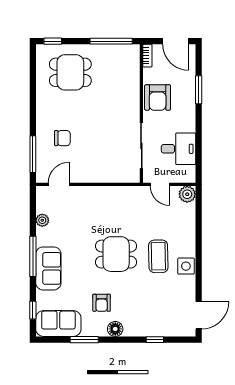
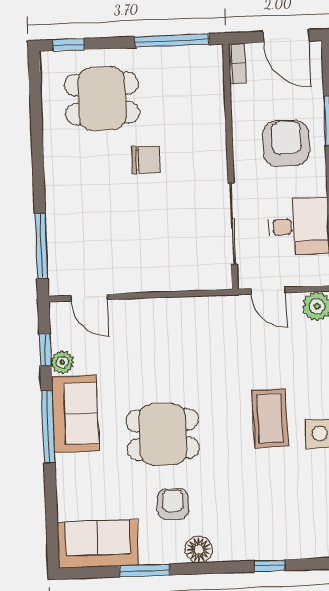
armchair: (158, 97) -> (286, 143), moved, turned 180
chair: (62, 138) -> (146, 160), moved
door: (59, 184) -> (89, 297), swing flipped
dining table: (116, 254) -> (163, 434), moved
sofa: (48, 268) -> (75, 414), moved
armchair: (102, 303) -> (173, 504), turned 180
window: (33, 310) -> (45, 350), moved

